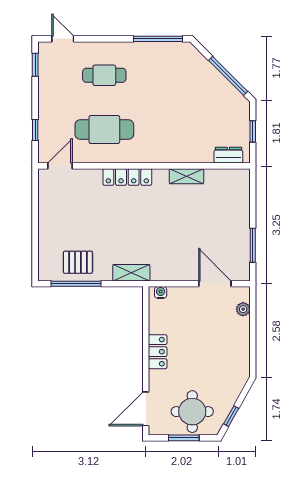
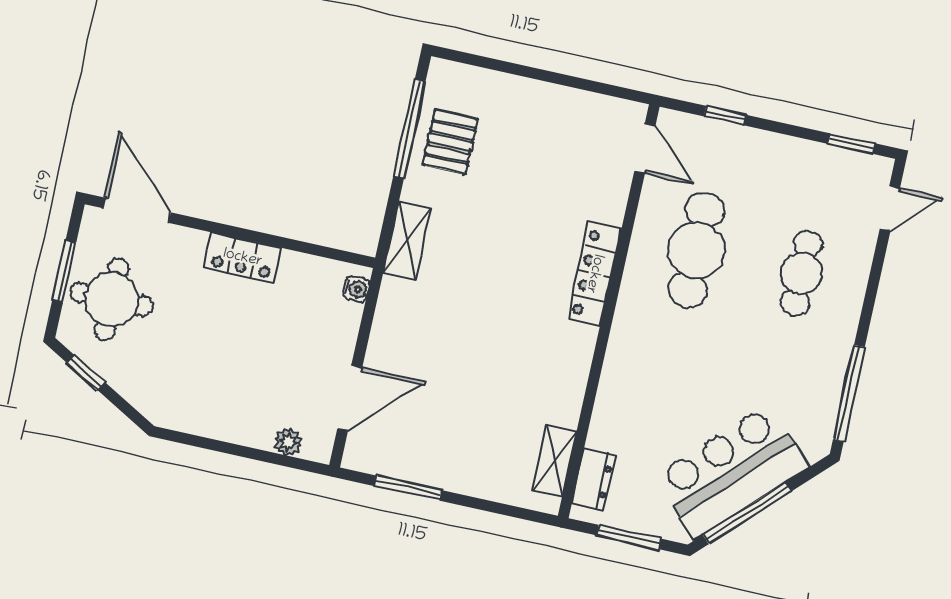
bar counter: (209, 88) -> (731, 471), added
window: (253, 131) -> (629, 537), width x1.50
shelving: (186, 176) -> (554, 461), moved

